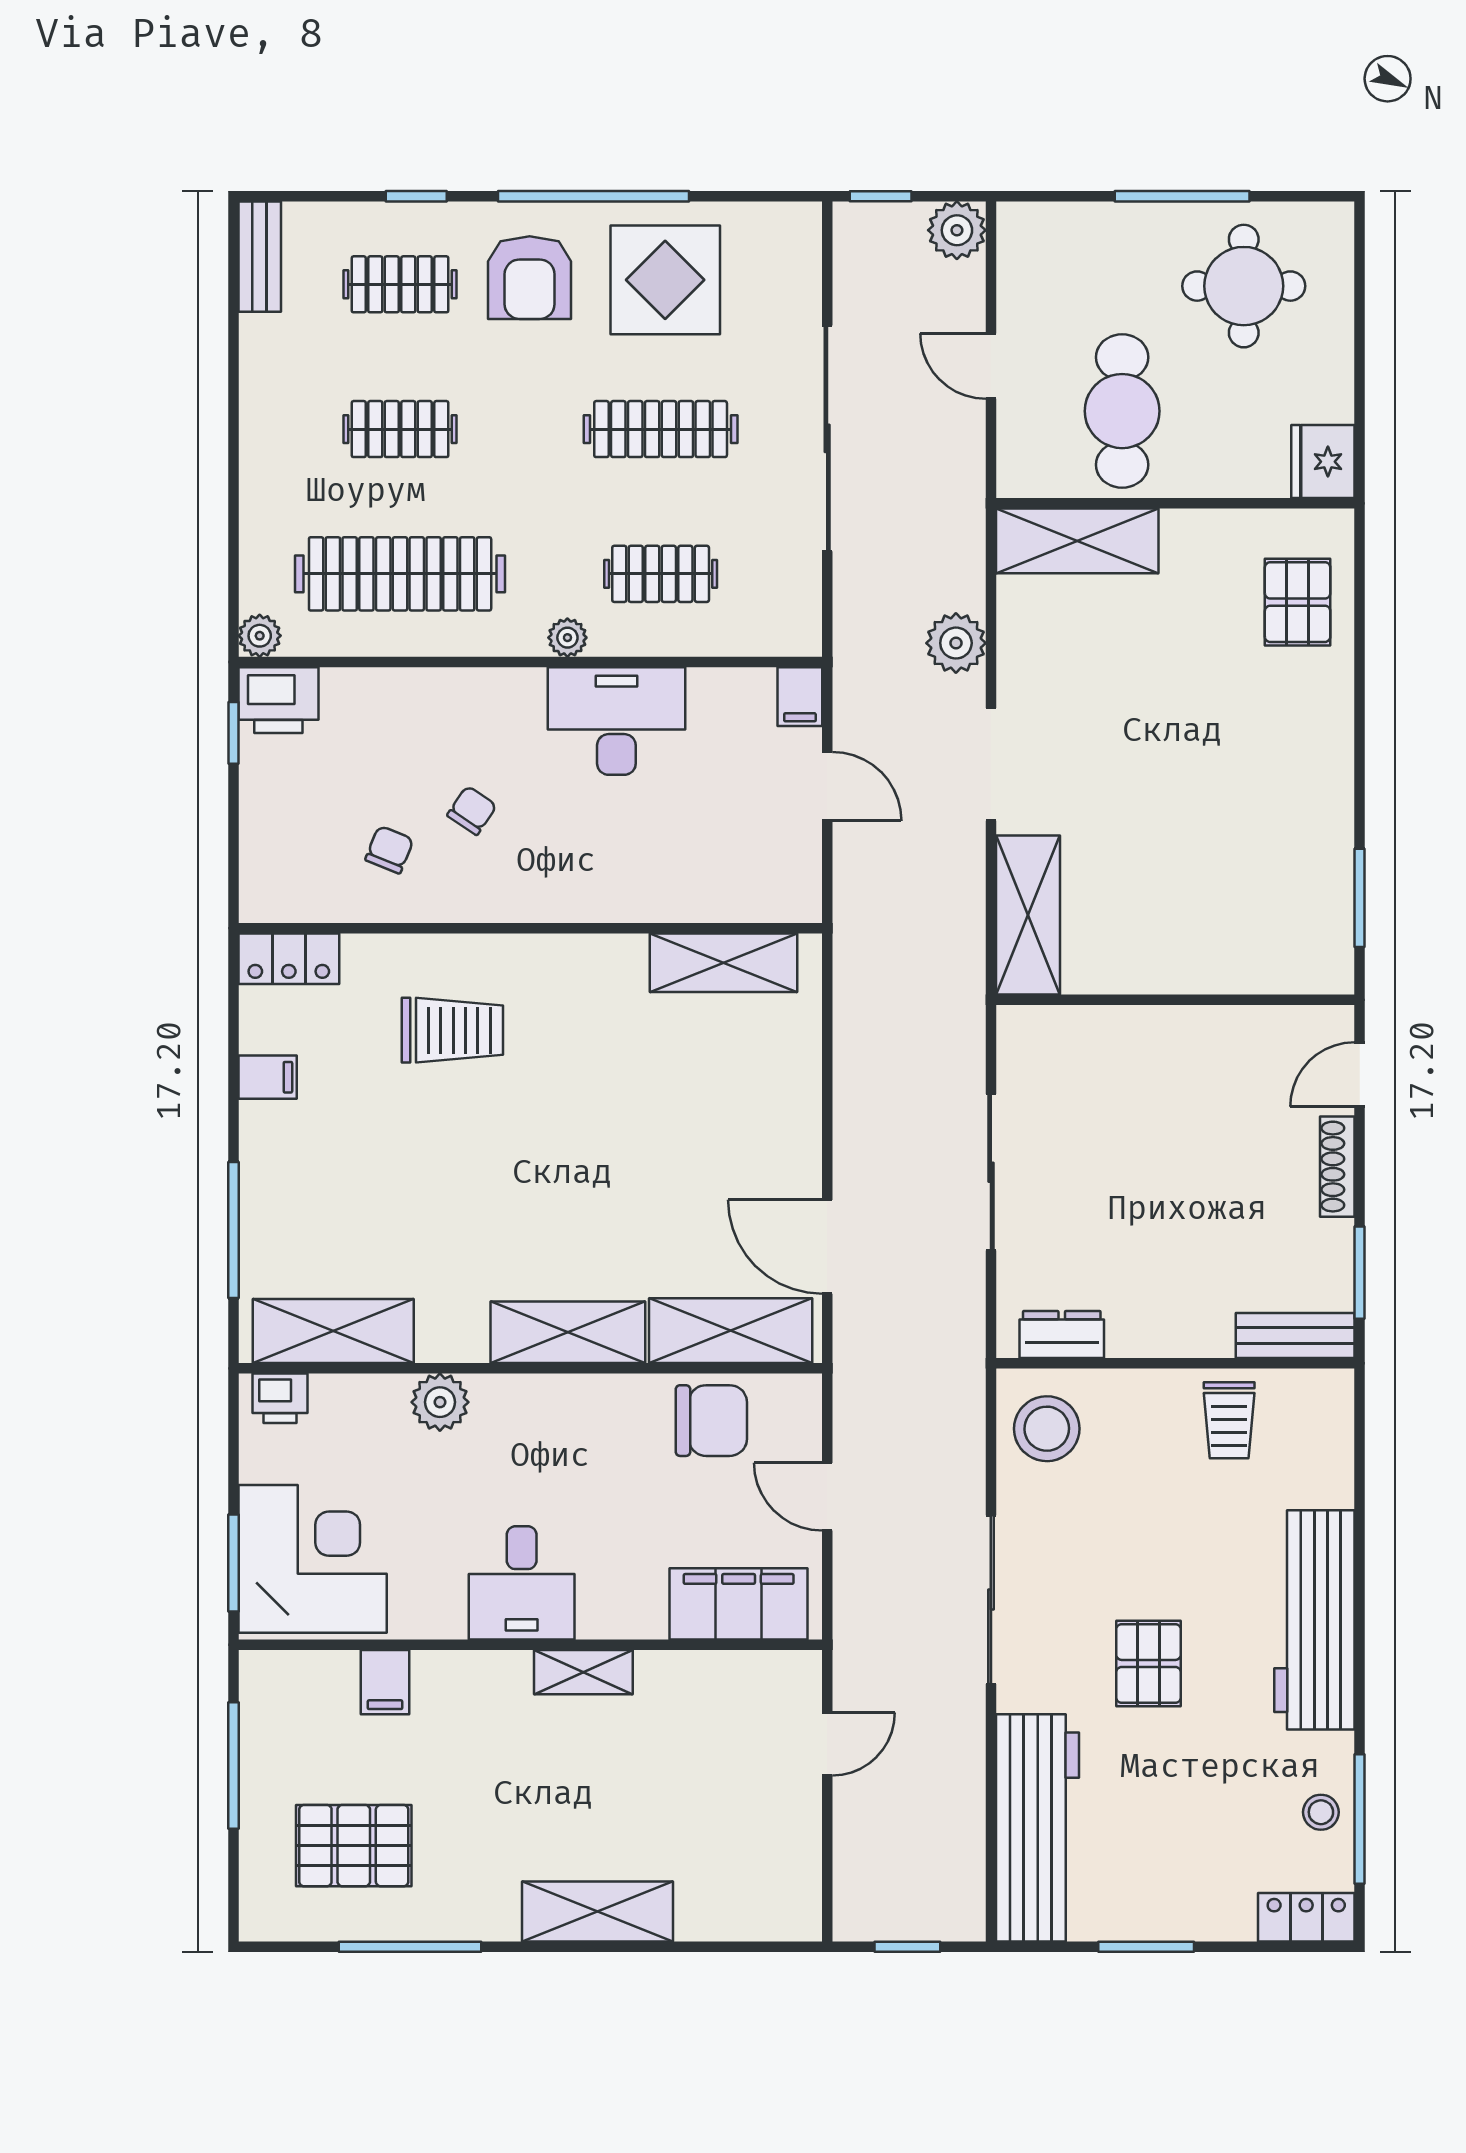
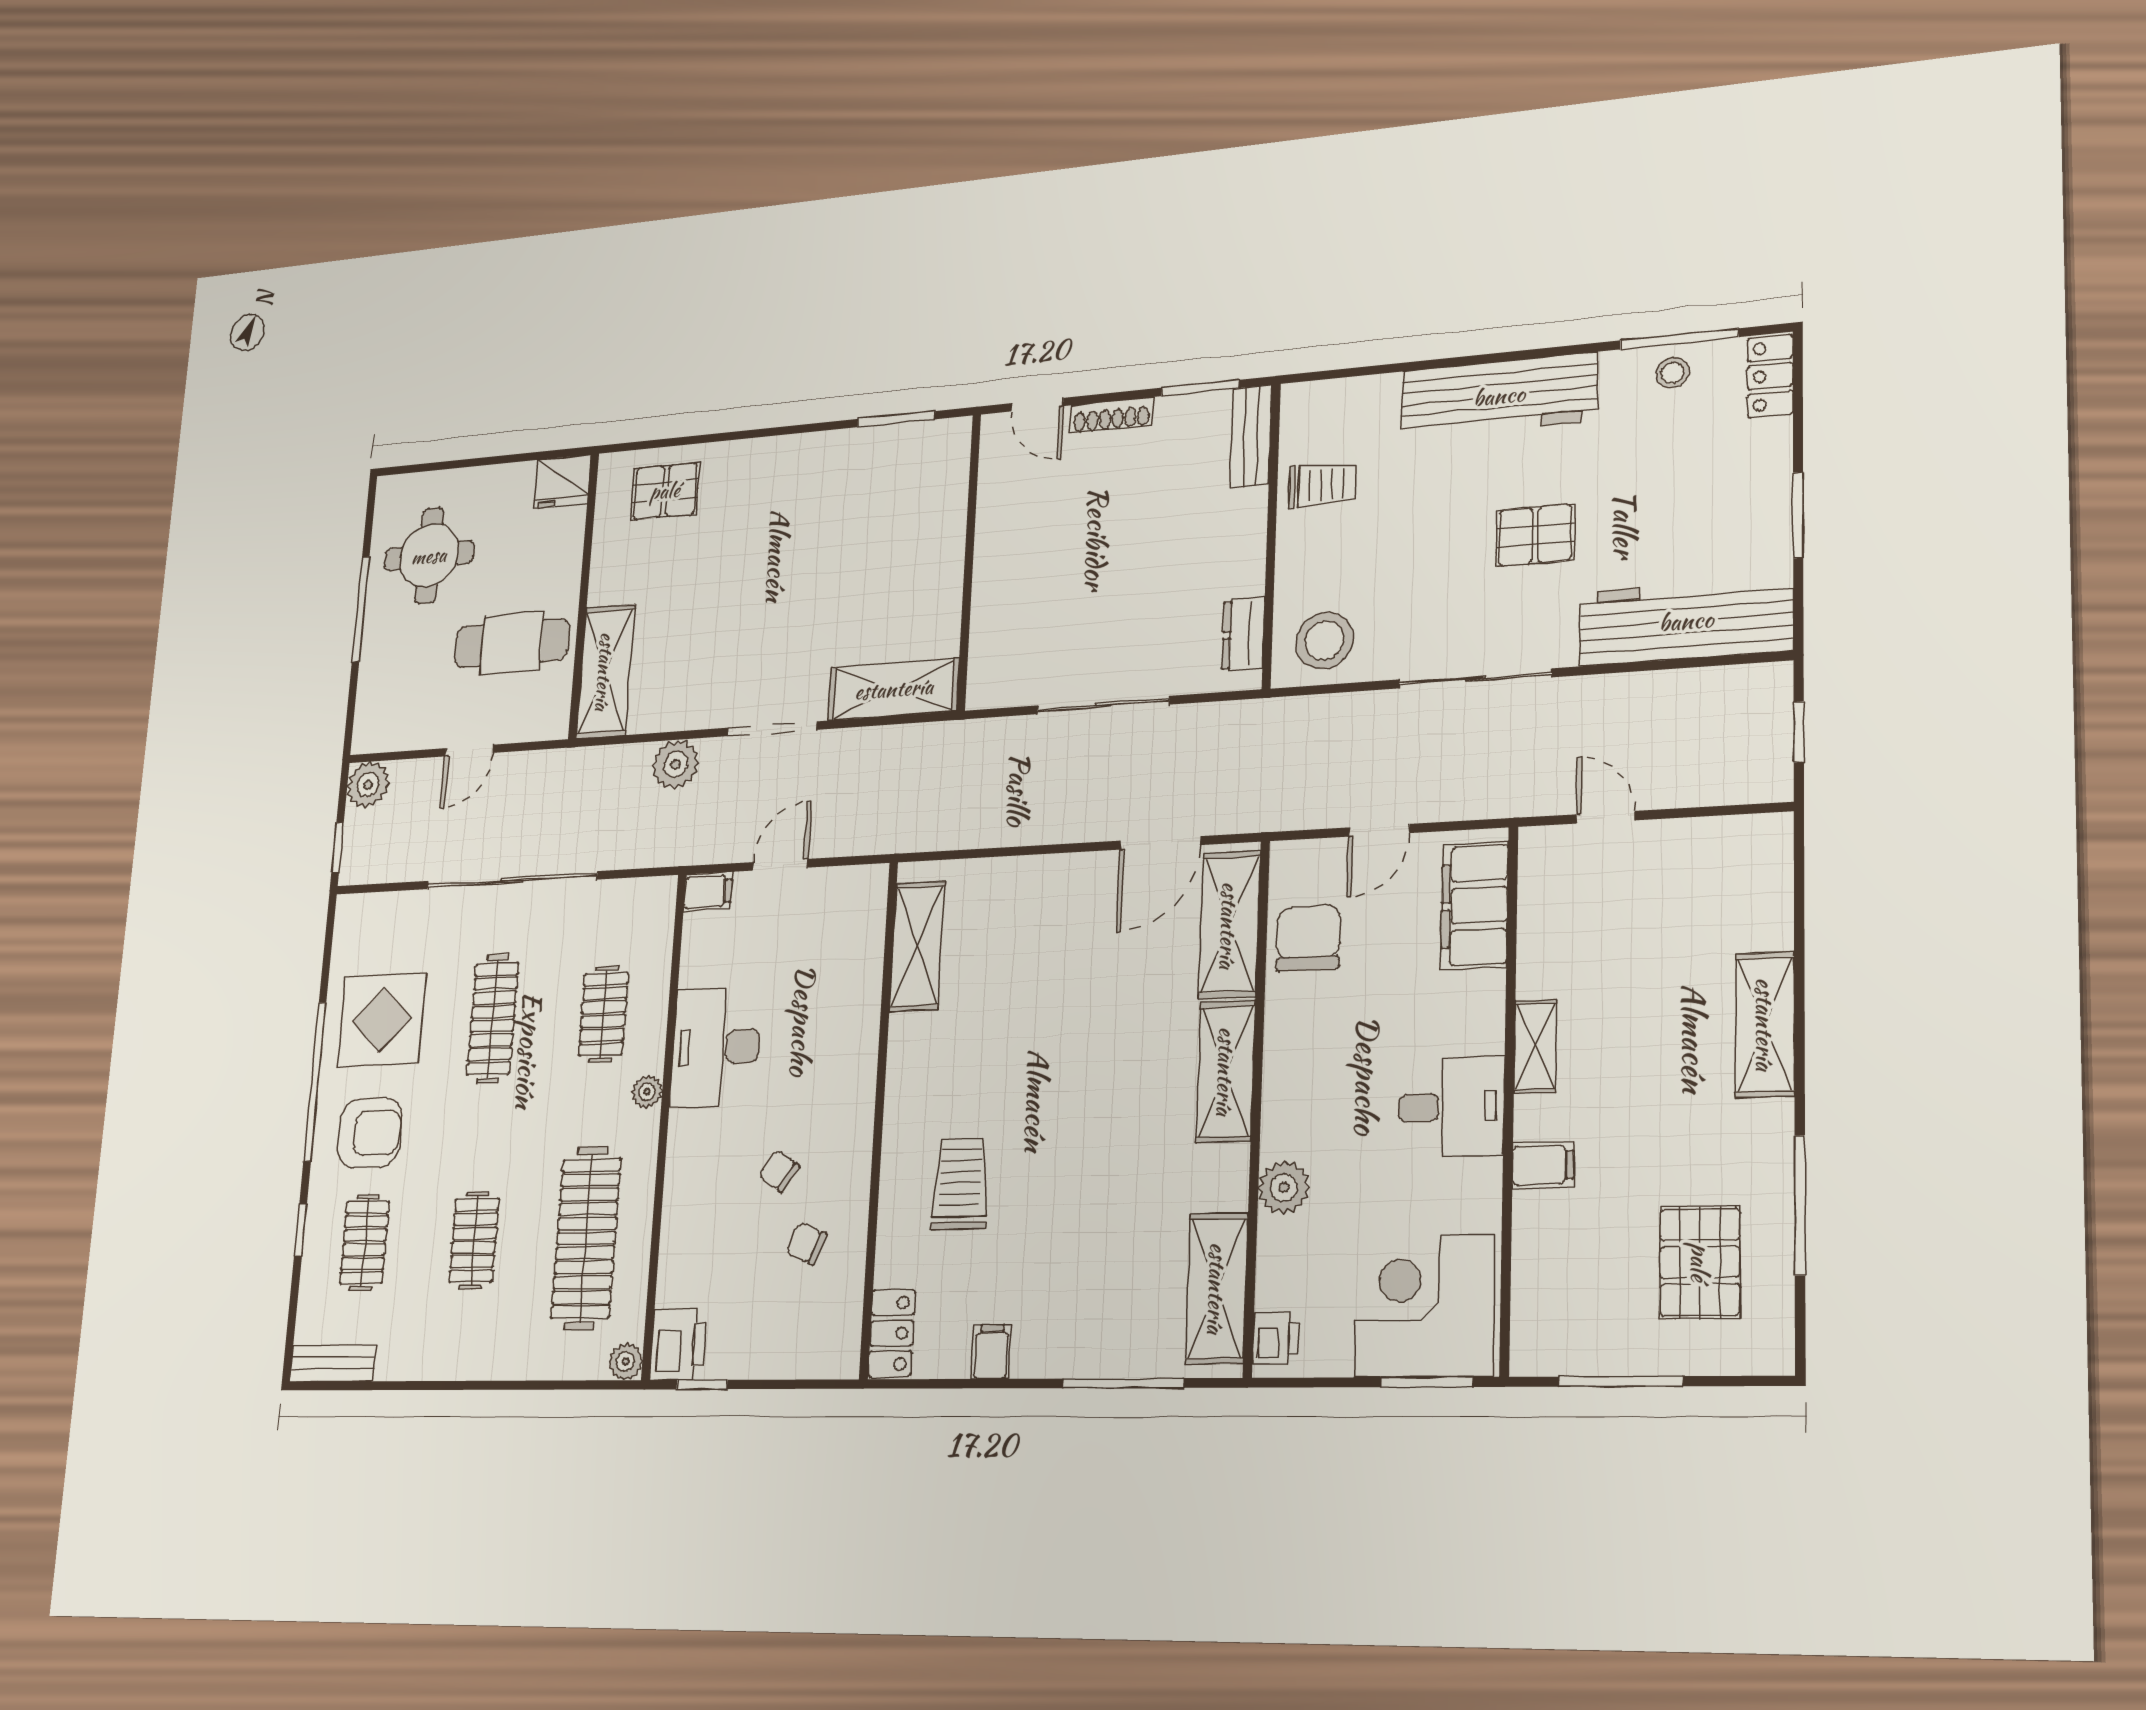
filing cabinet: (385, 1682) -> (1543, 1165), moved

